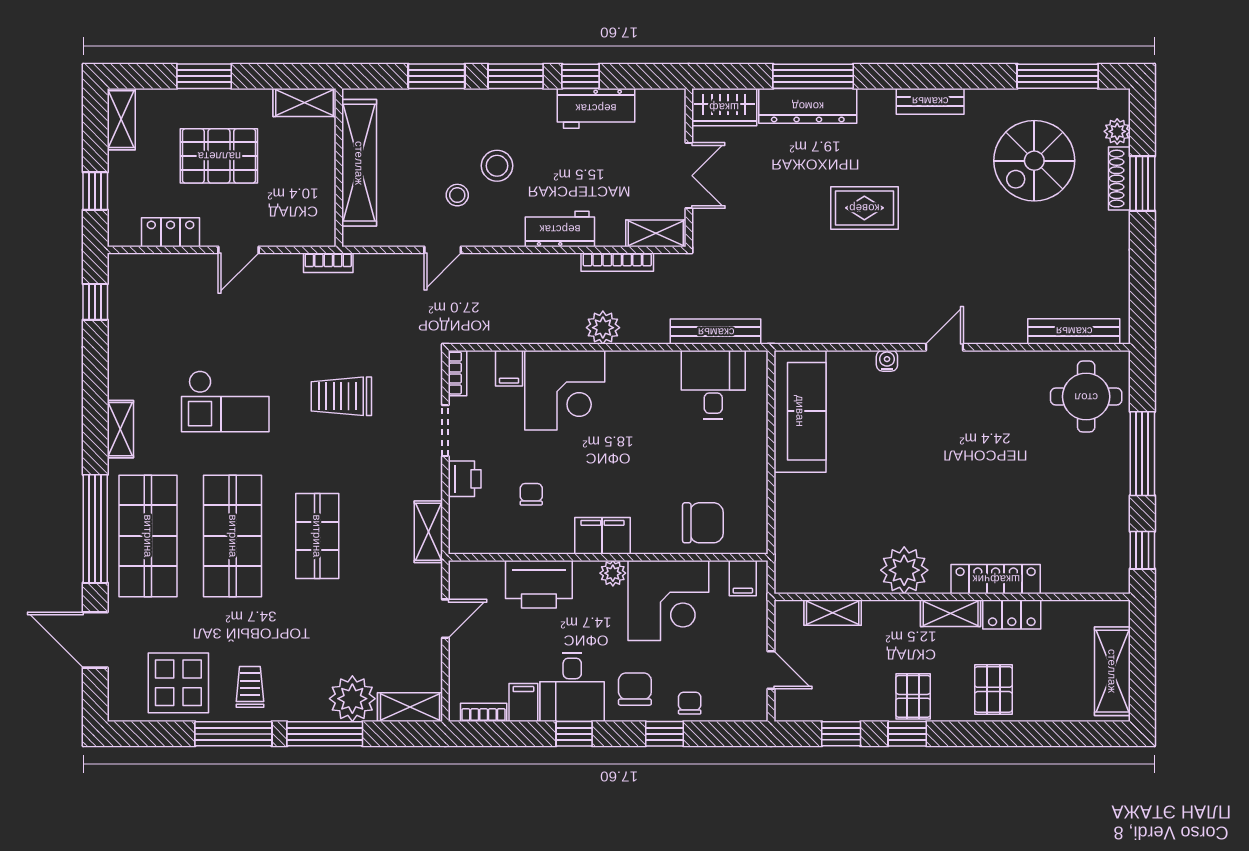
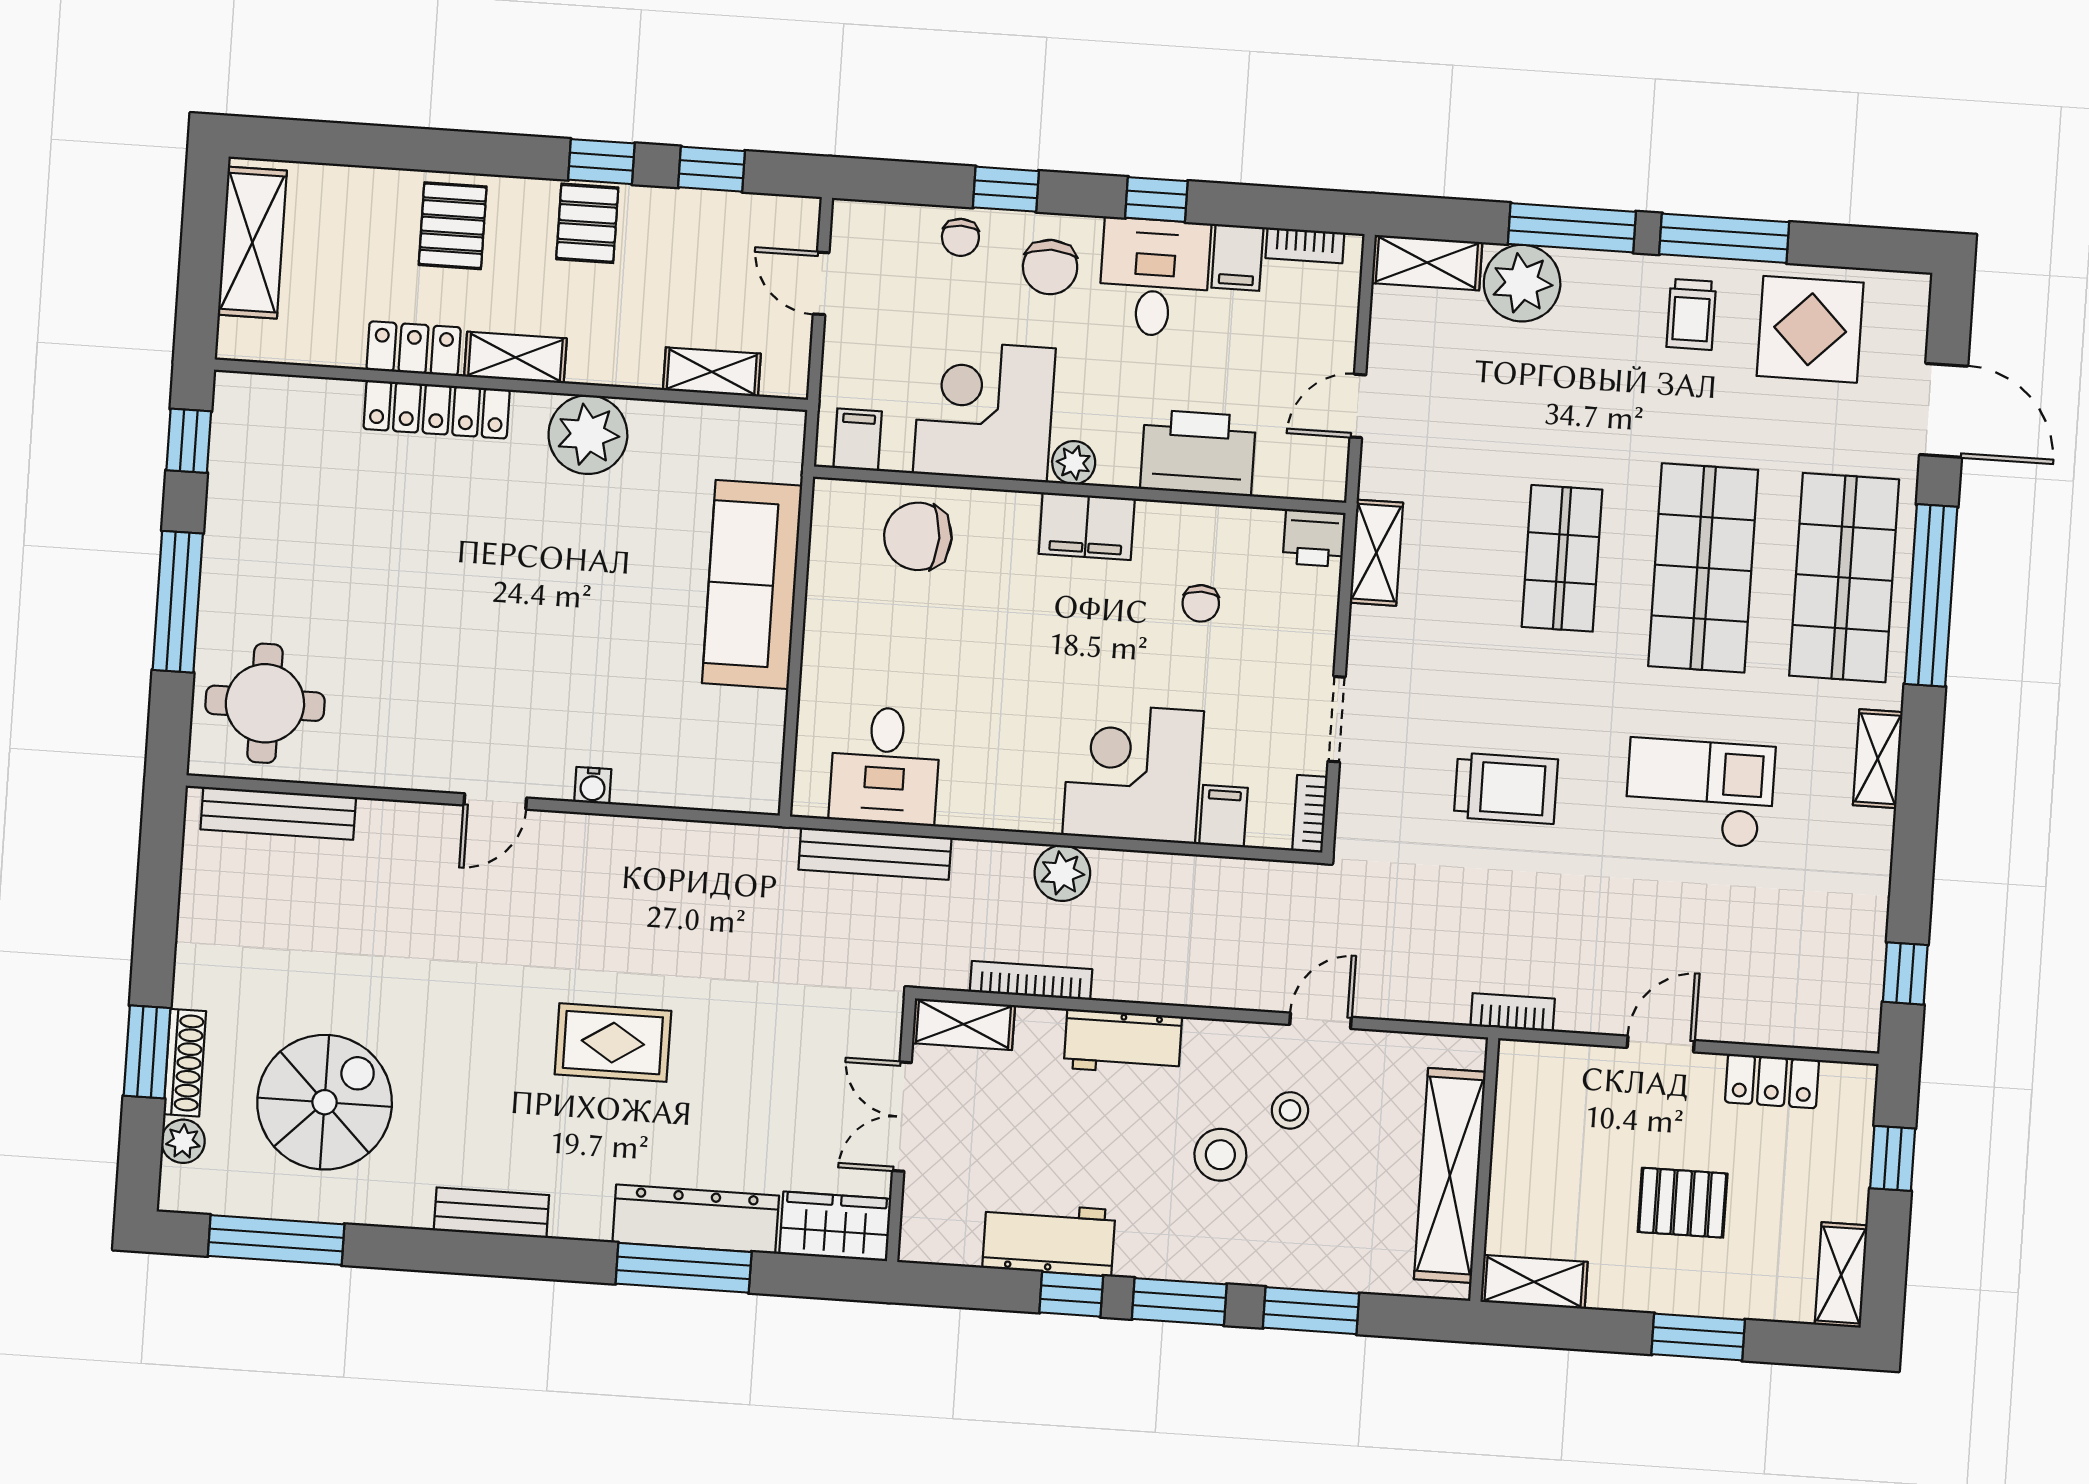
pallet: (219, 156) -> (1683, 1203), width x0.67, depth x0.71
sofa: (800, 411) -> (752, 584), moved
printer: (465, 479) -> (1314, 538), moved, turned -90

